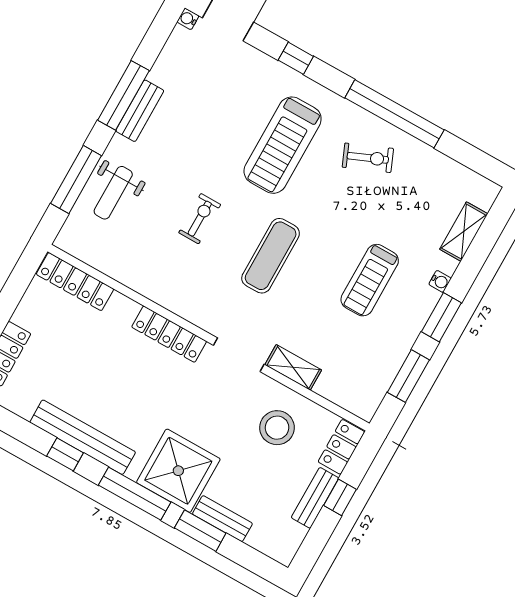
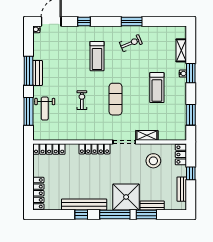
window: (394, 114) -> (132, 21), width x0.47
treadmill: (283, 145) -> (97, 56), width x0.73, depth x0.73
window: (441, 317) -> (191, 73), moved
bench: (315, 498) -> (182, 189), moved

